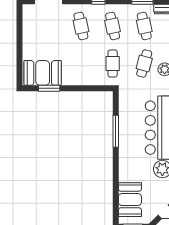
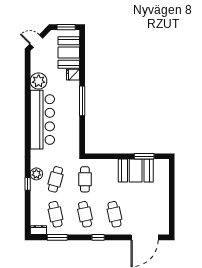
booth: (43, 73) -> (136, 171), moved
window: (116, 131) -> (82, 101), moved
fridge: (125, 176) -> (73, 75), added

